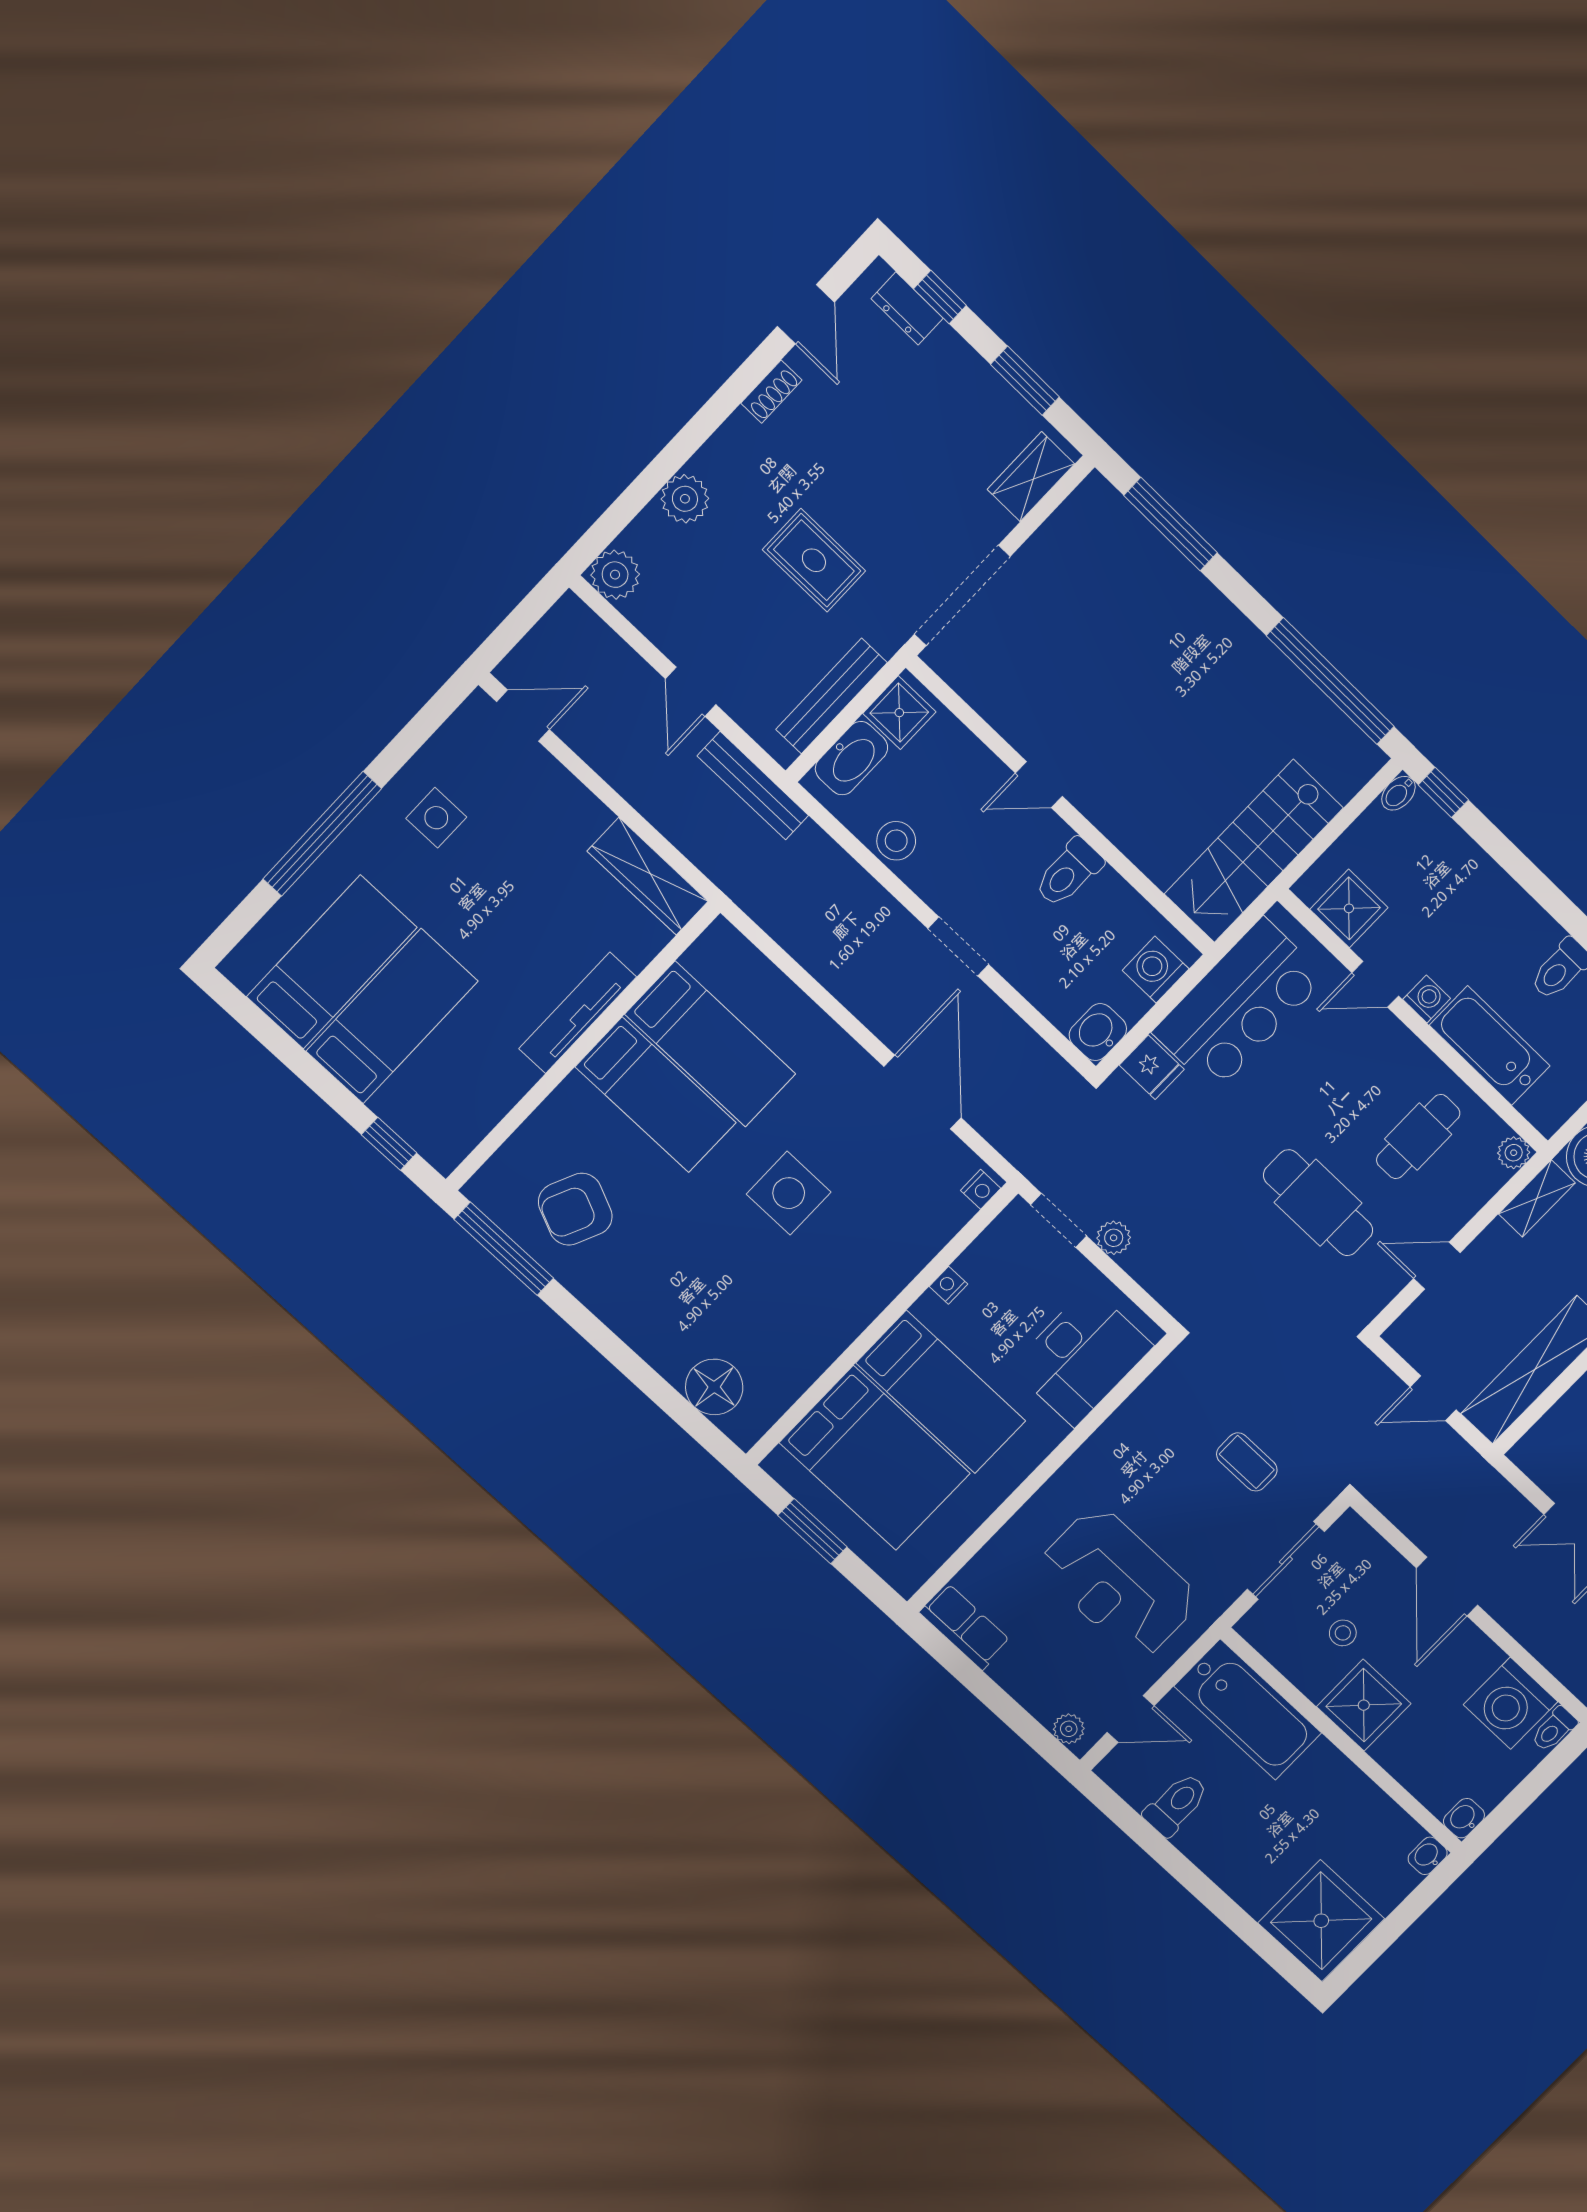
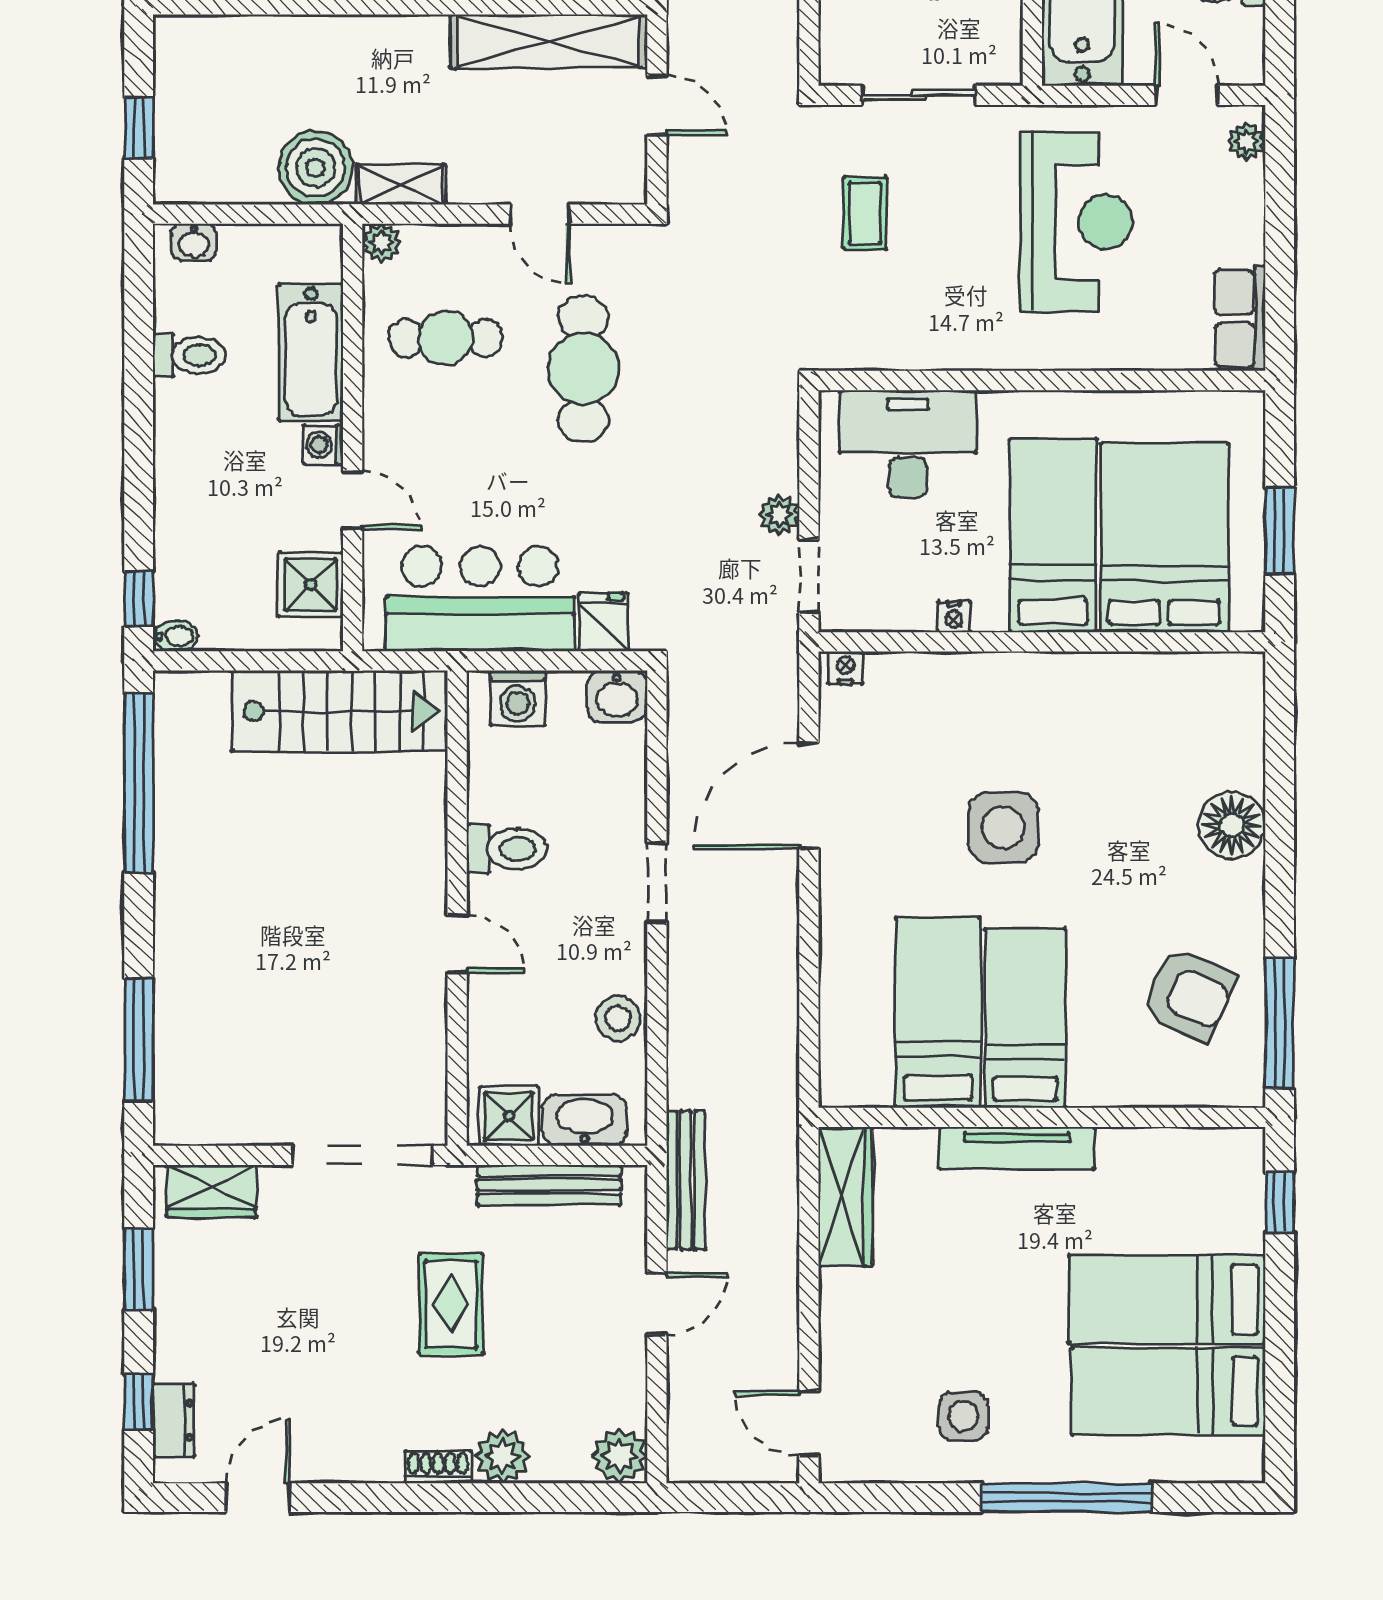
shoe rack: (771, 392) -> (438, 1467), moved
floor lamp: (714, 1387) -> (1232, 825), moved

